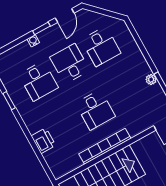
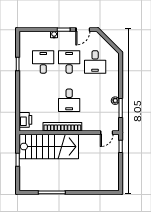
desk: (38, 81) -> (43, 62), turned 180
printer: (43, 141) -> (25, 120), moved

